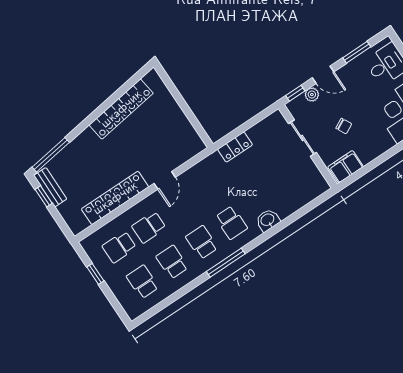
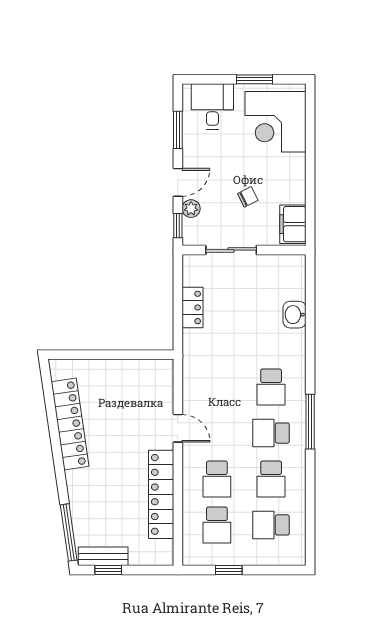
locker: (235, 147) -> (192, 307), moved
washbasin: (268, 220) -> (294, 315), moved
school desk: (231, 223) -> (271, 387), turned 90
school desk: (172, 262) -> (271, 479), turned -90

